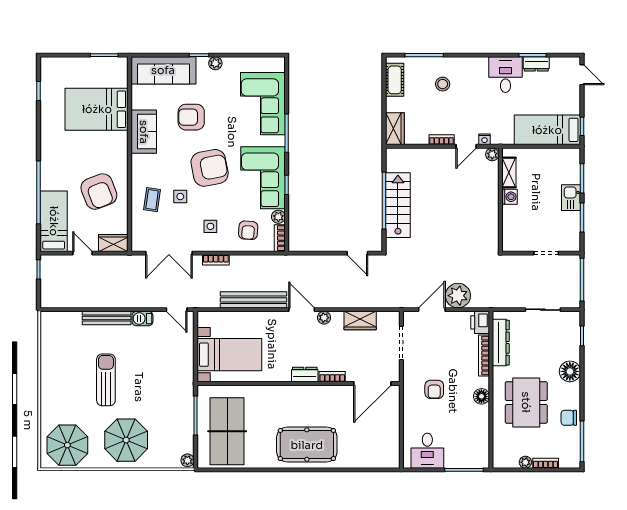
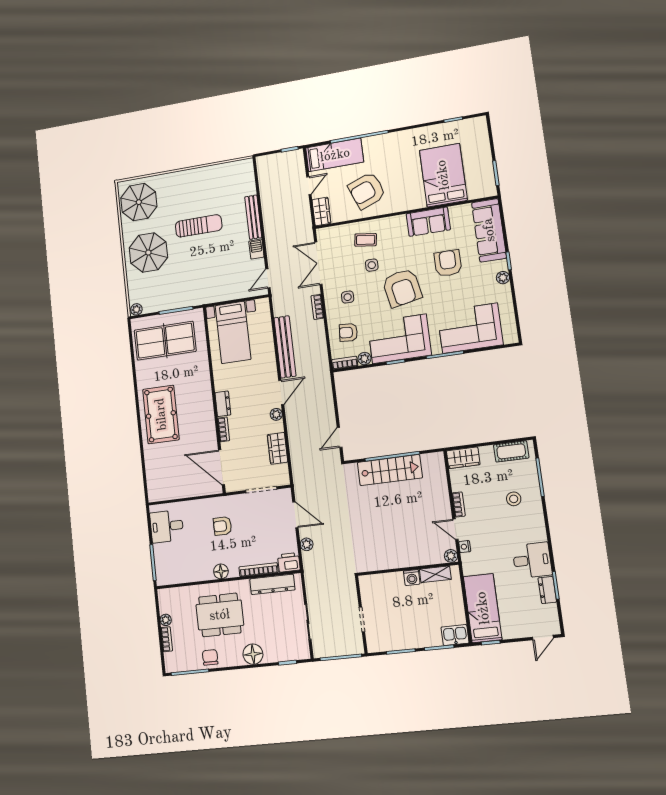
kitchen sink: (571, 198) -> (455, 635), moved
plant: (458, 296) -> (307, 544), width x0.53, depth x0.53

